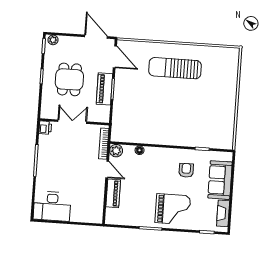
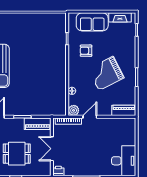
piano: (104, 89) -> (38, 124), moved
piano: (113, 193) -> (124, 110), moved
grand piano: (173, 209) -> (106, 73), moved, turned -117

